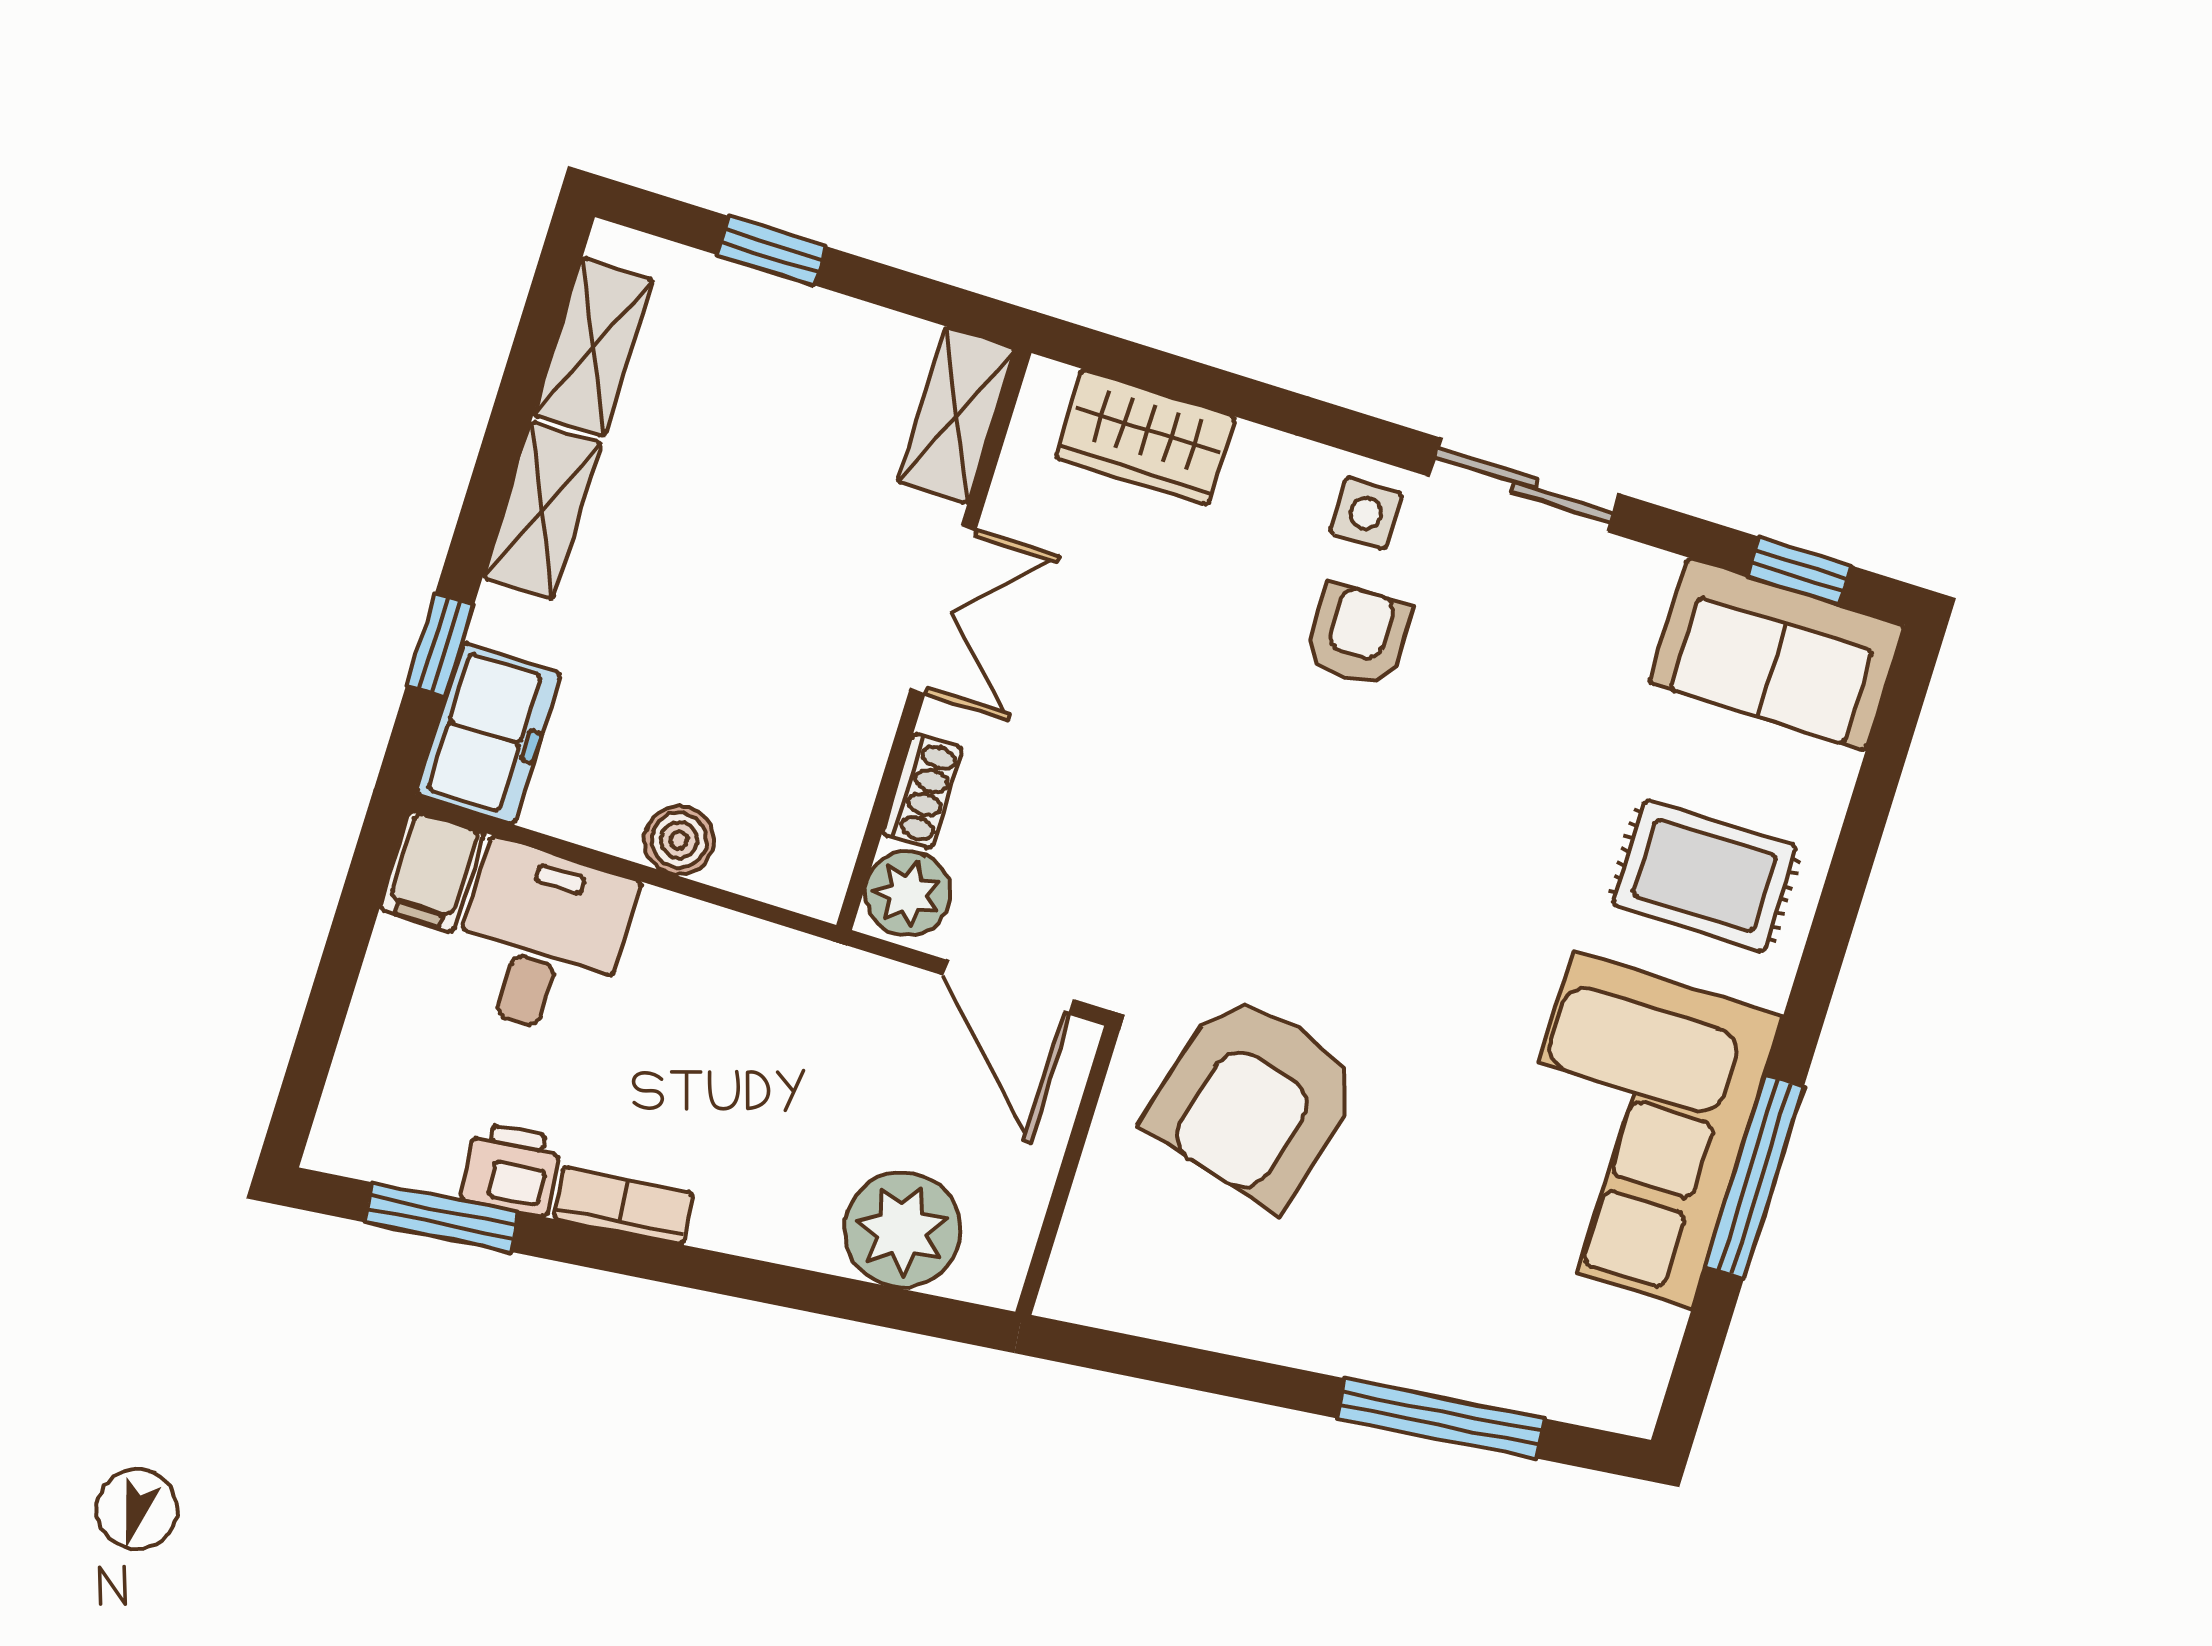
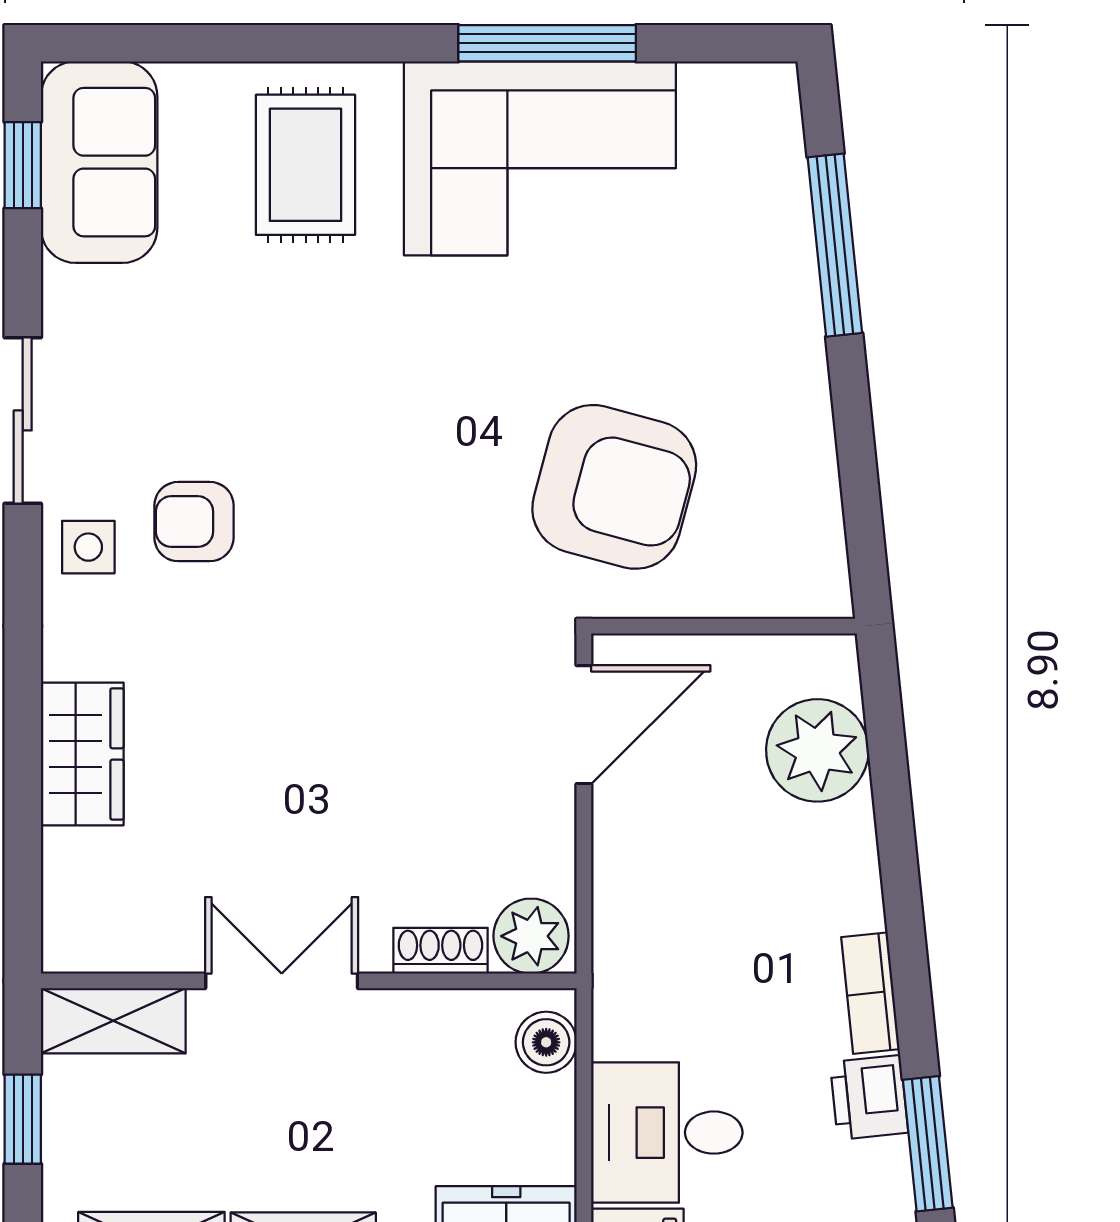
shelving: (957, 415) -> (113, 1021), moved
double door: (943, 610) -> (282, 981), moved
wall: (934, 639) -> (309, 981), moved
shoe rack: (922, 791) -> (440, 951), moved
plant: (908, 893) -> (531, 936), moved

